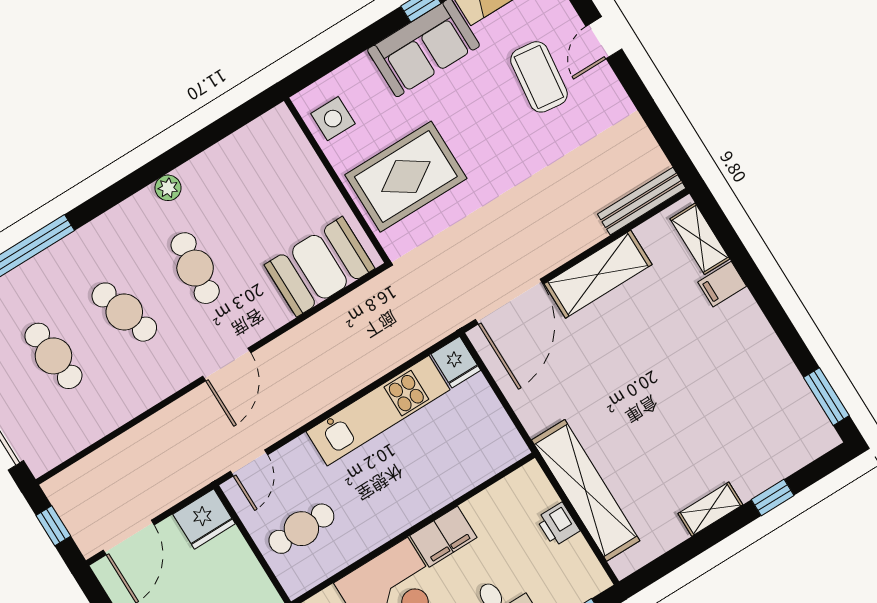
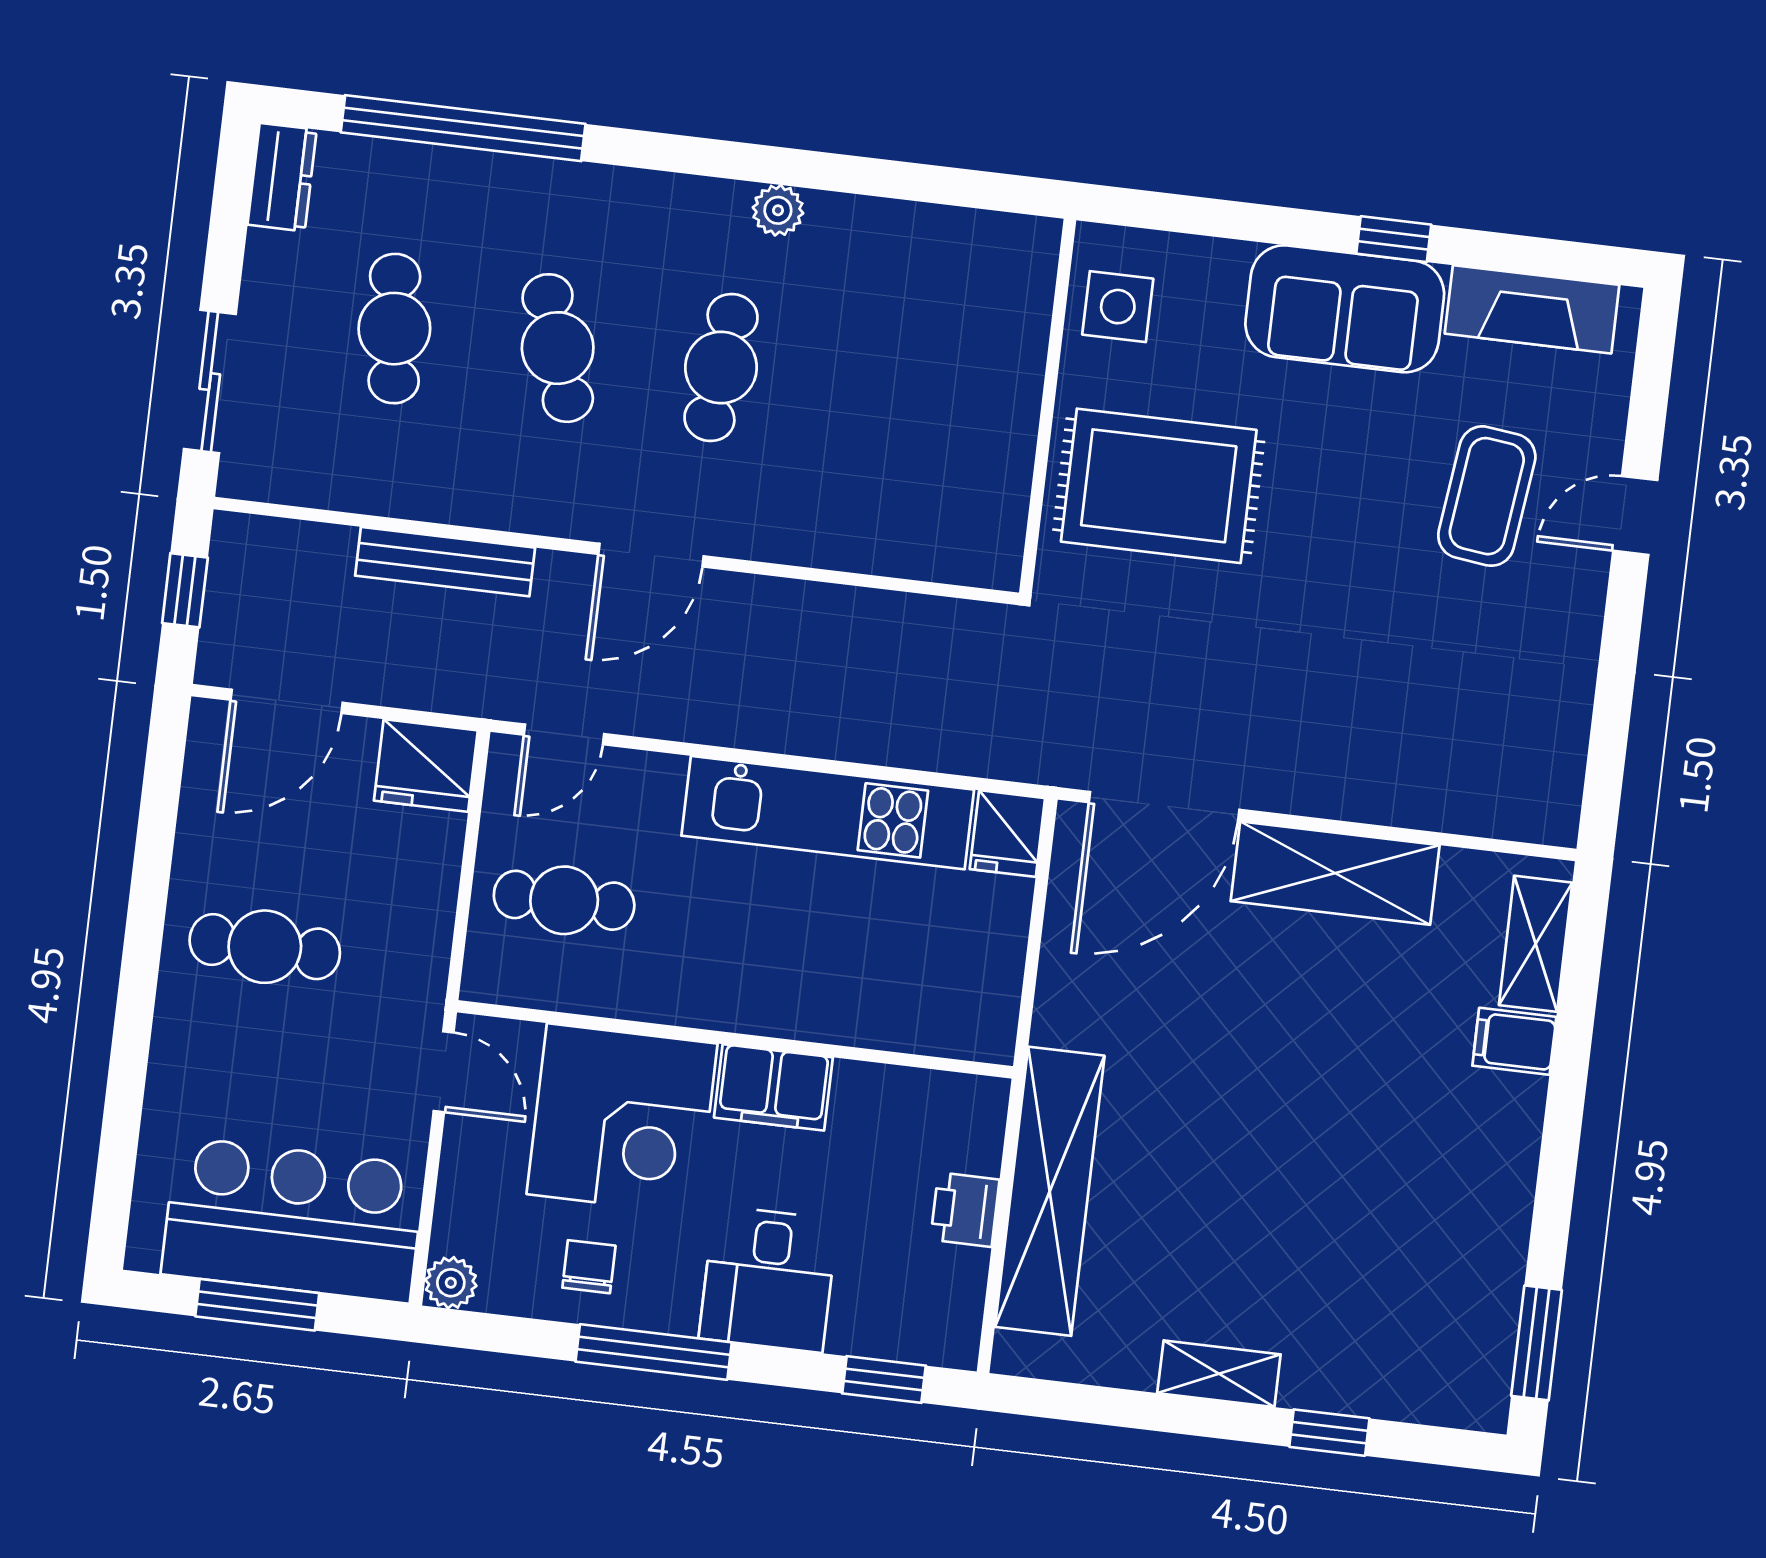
bench: (642, 201) -> (445, 562), moved
booth: (319, 267) -> (915, 519), removed

